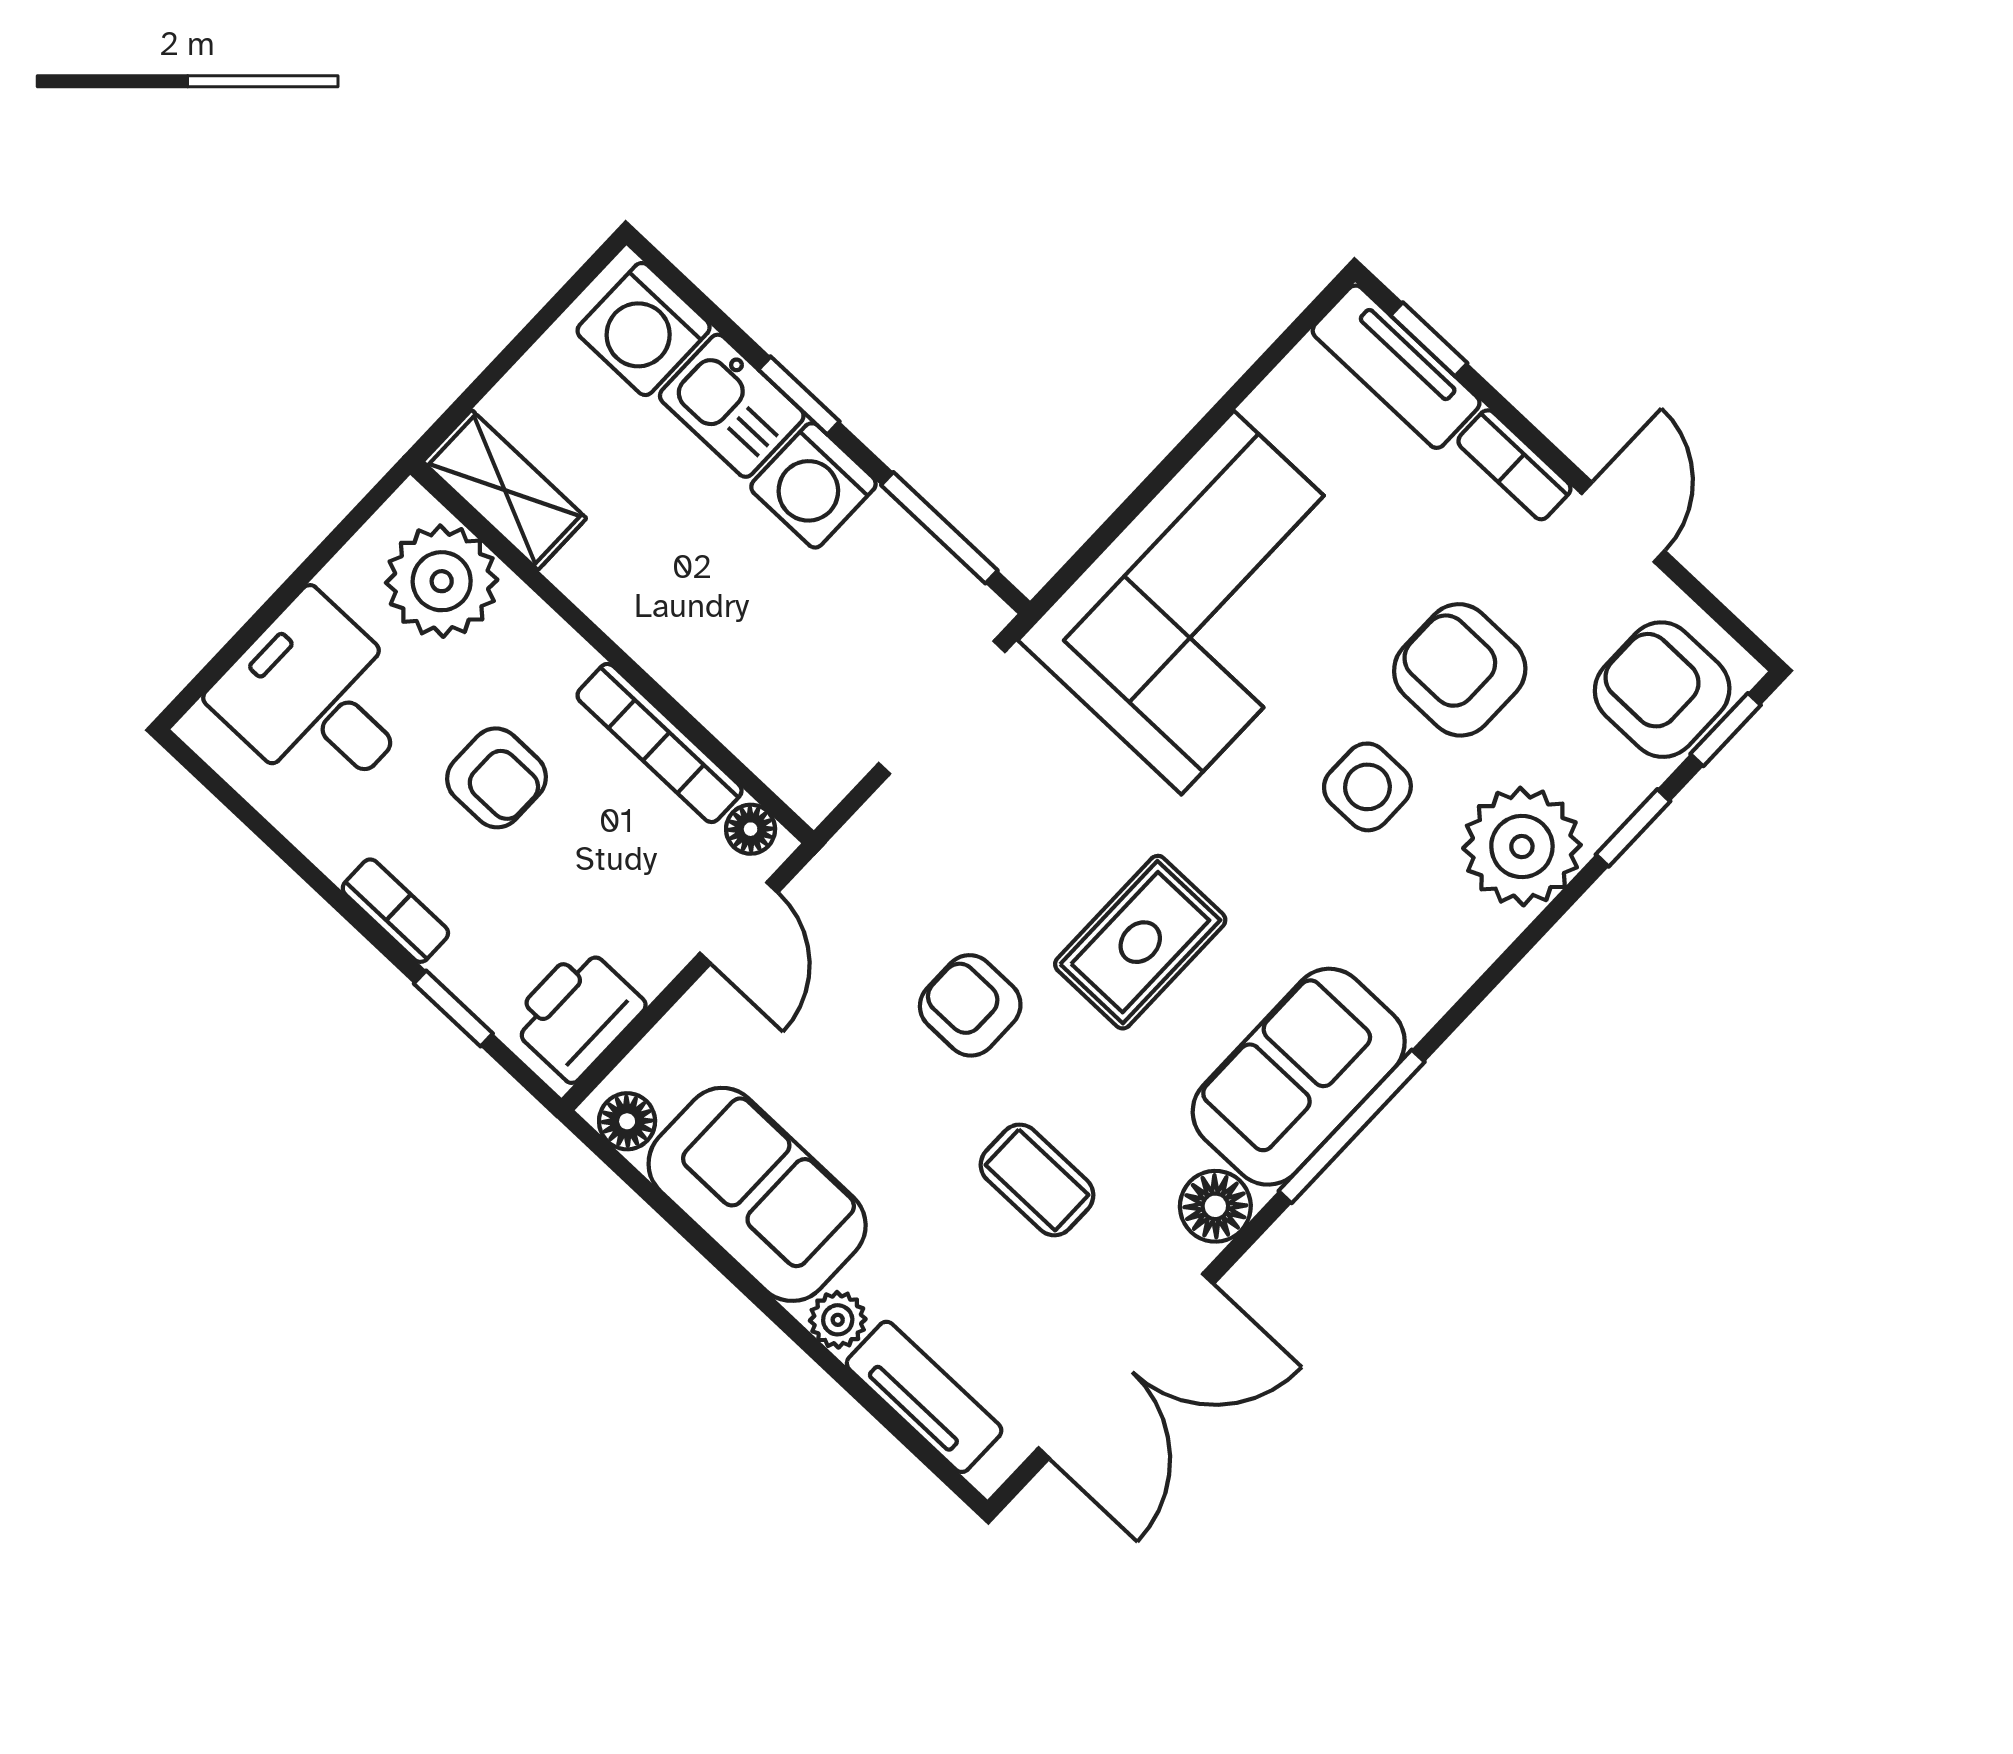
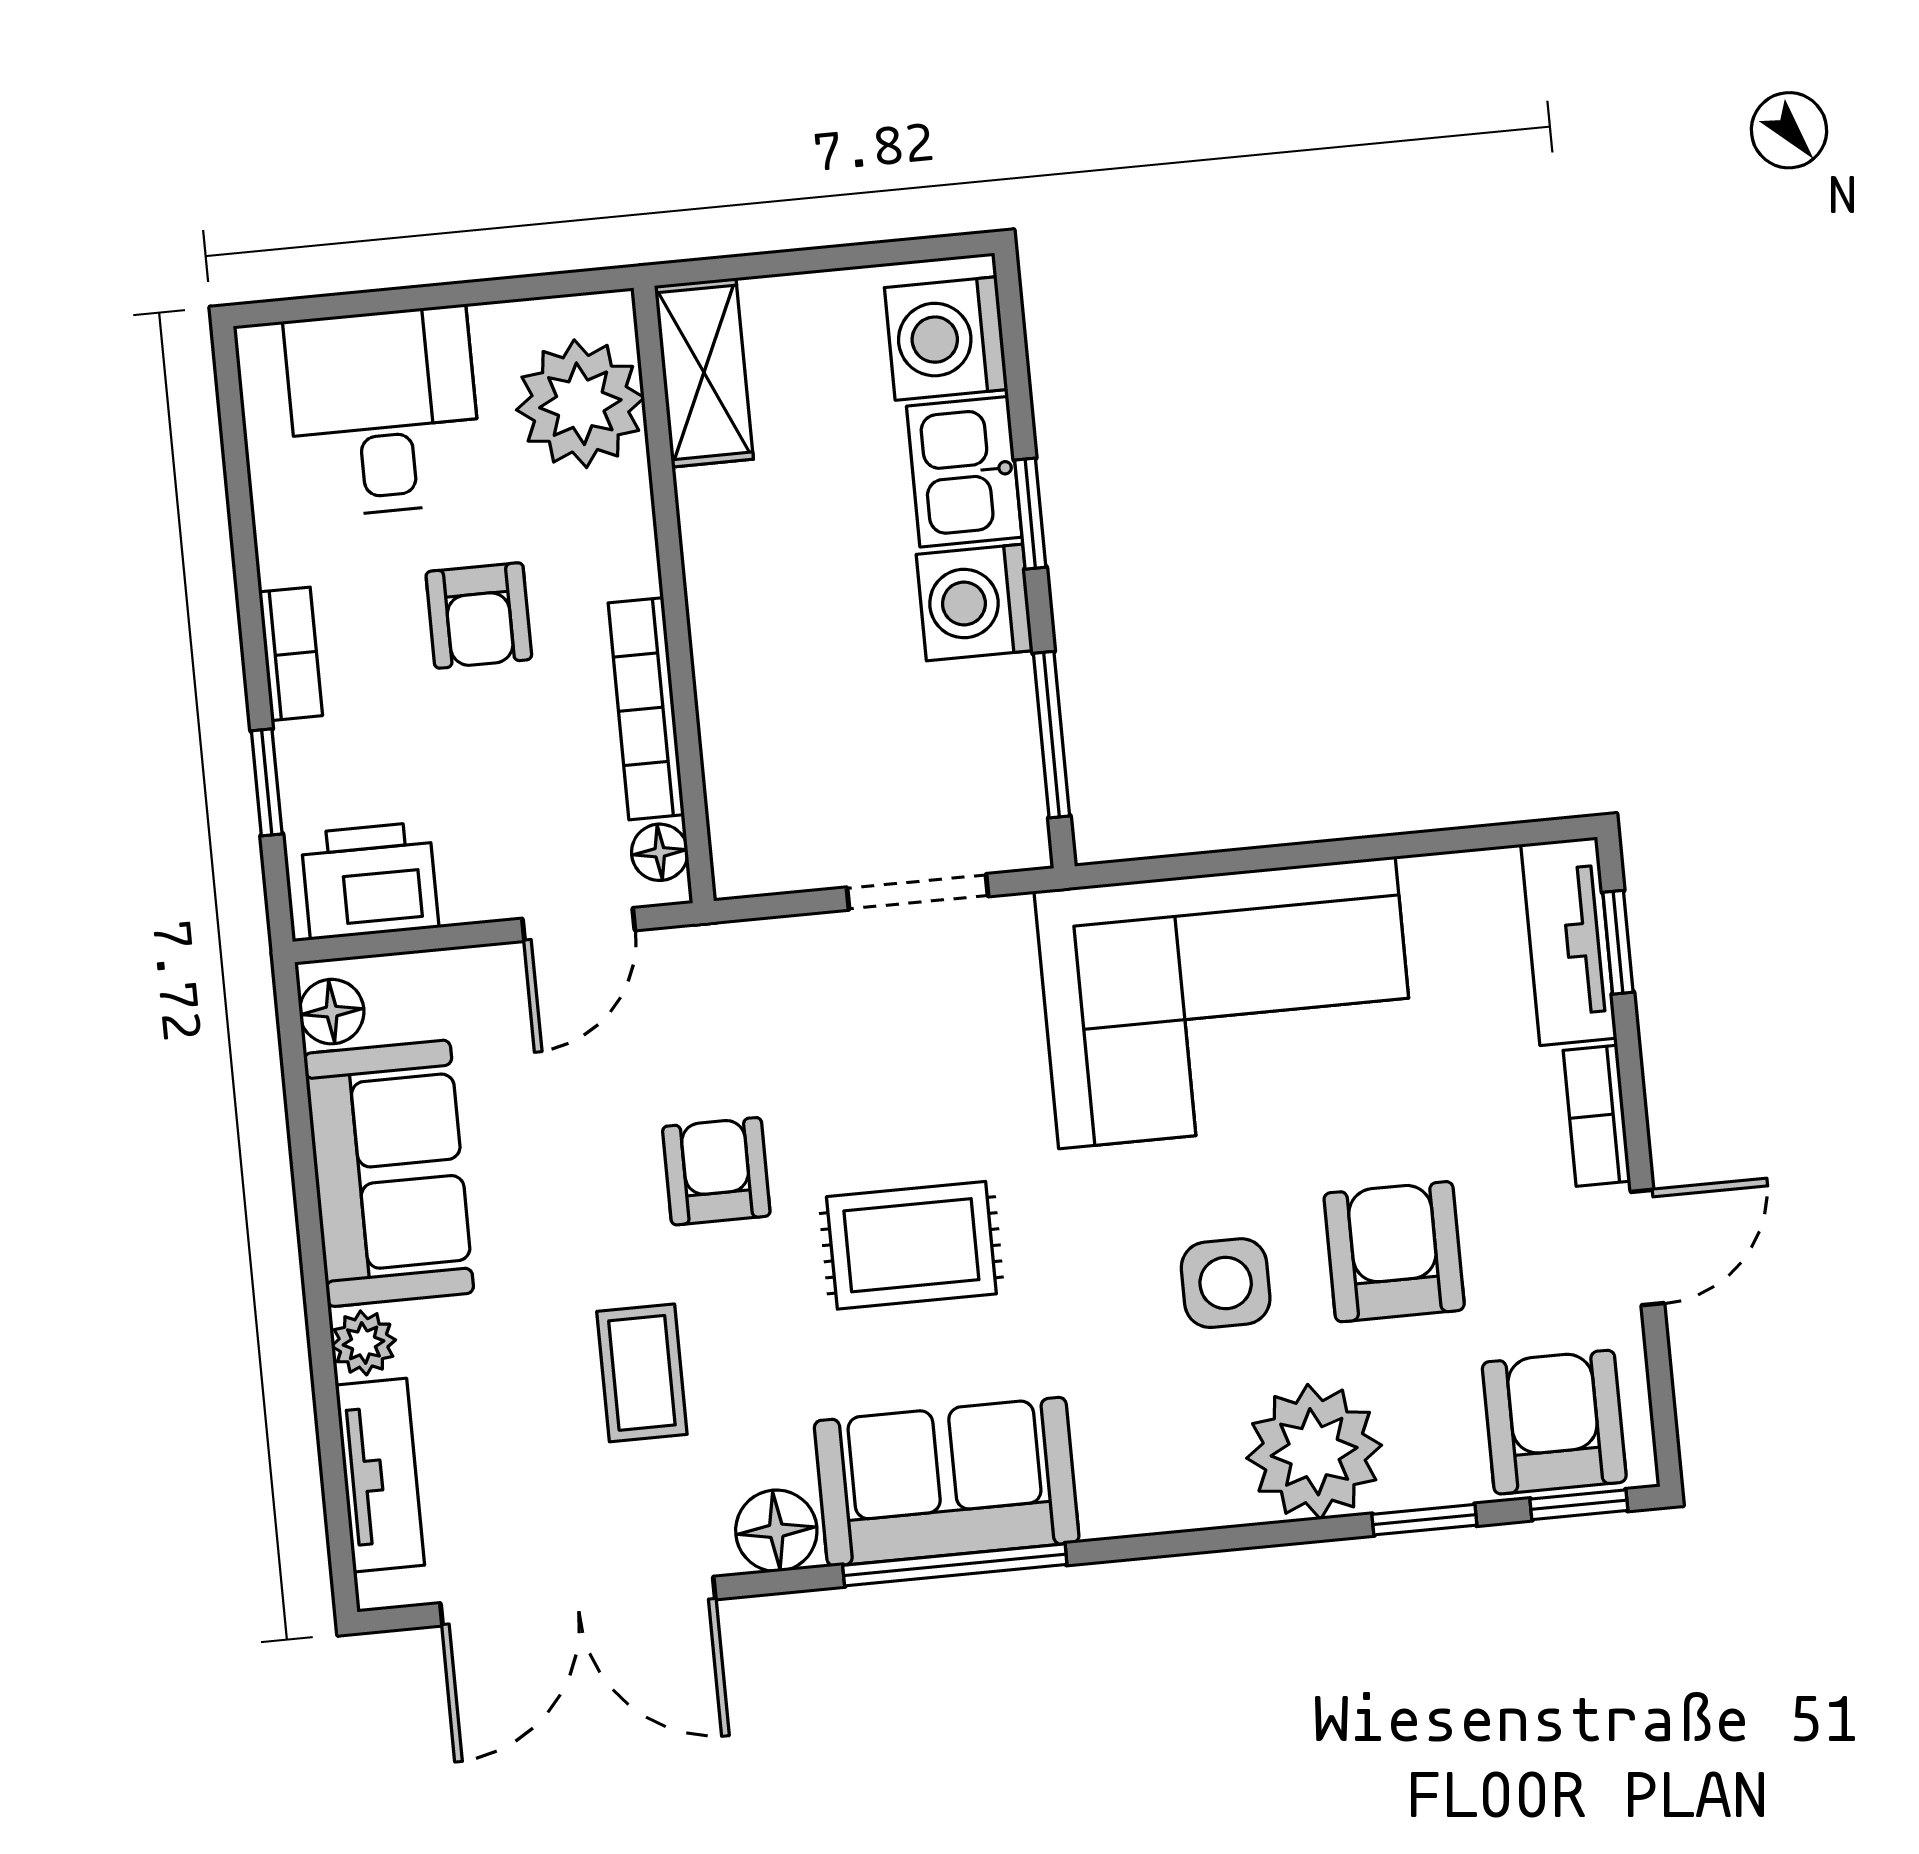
doorway: (942, 707) -> (918, 892), width x0.73

